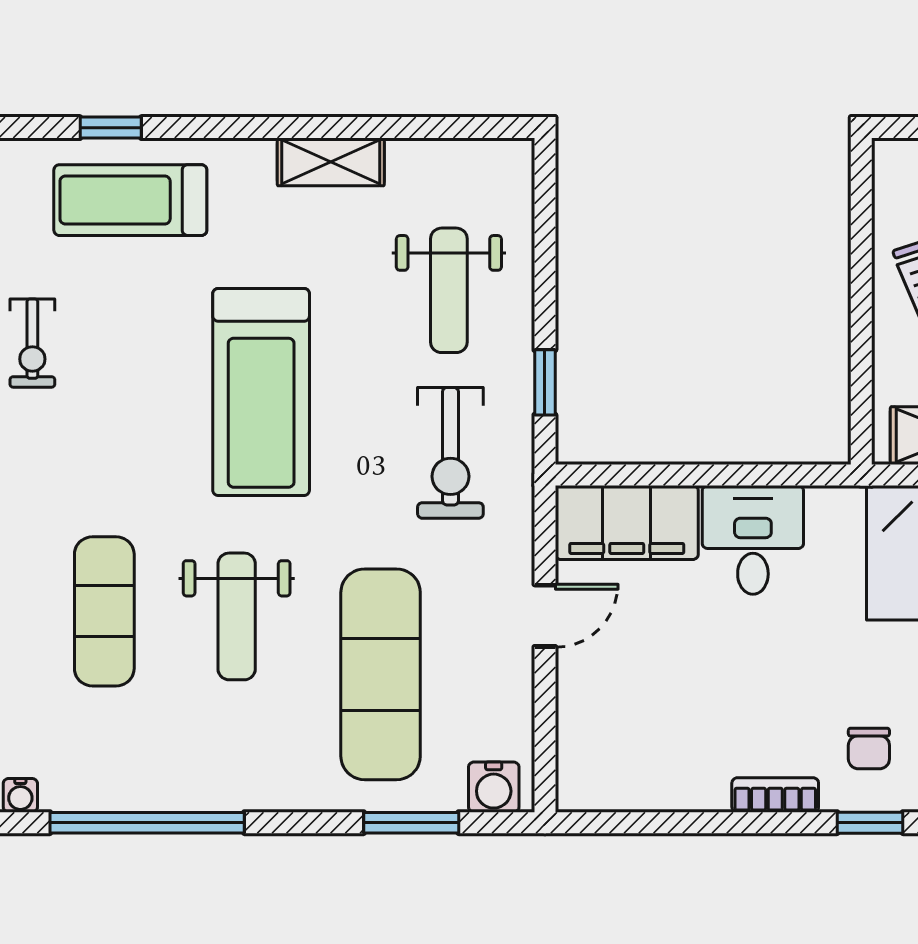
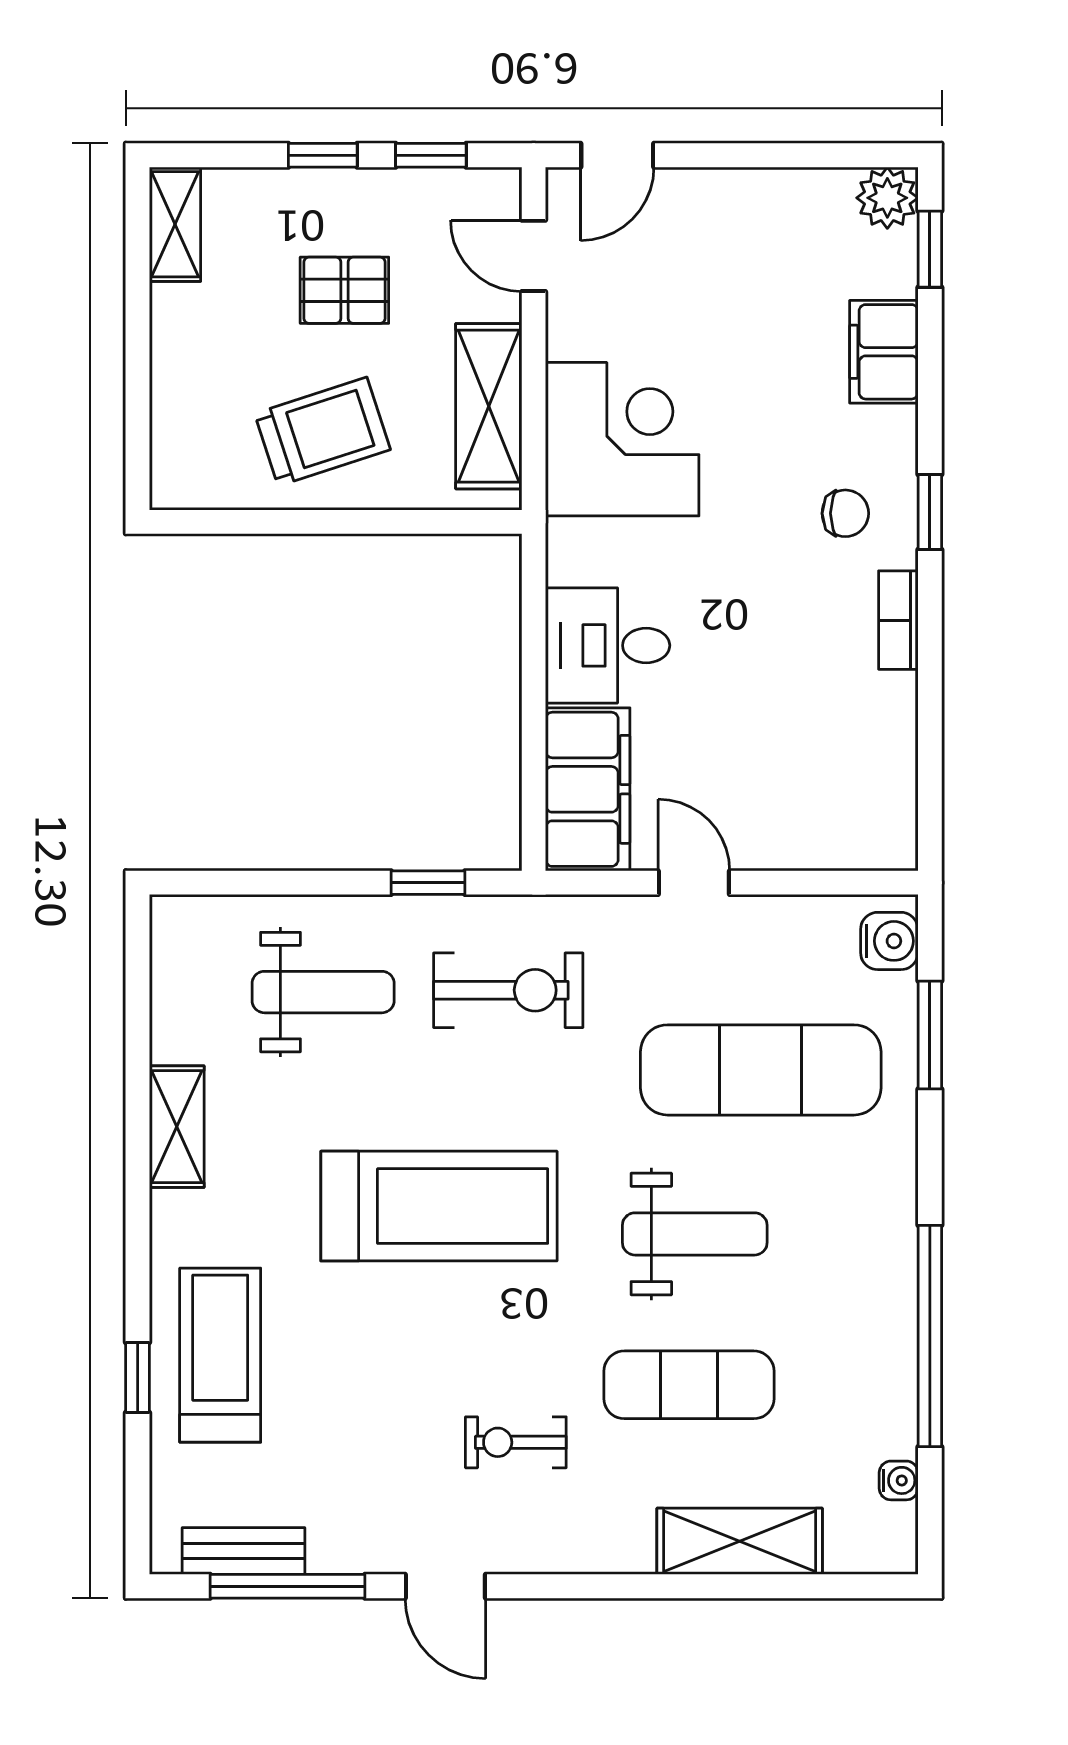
treadmill: (130, 200) -> (220, 1355), turned 180
exercise bike: (32, 343) -> (516, 1442), moved, turned 180

